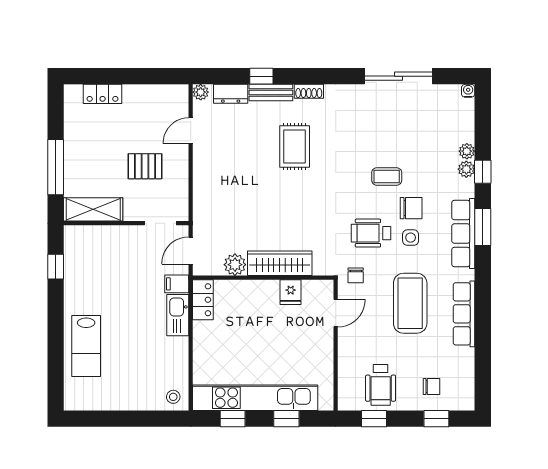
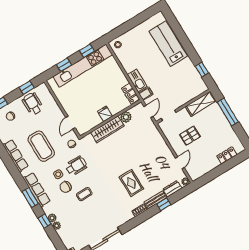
fridge: (291, 292) -> (105, 114), moved
lab bench: (86, 346) -> (168, 44), width x1.36, depth x1.39

